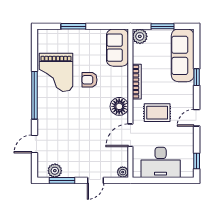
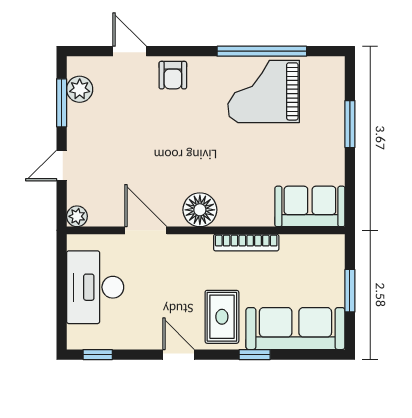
plant: (140, 36) -> (331, 248), removed
armchair: (90, 80) -> (173, 75), moved, turned 180
window: (34, 95) -> (262, 51), moved
rug: (157, 113) -> (222, 317), moved
door: (96, 180) -> (62, 165), hinge flipped

